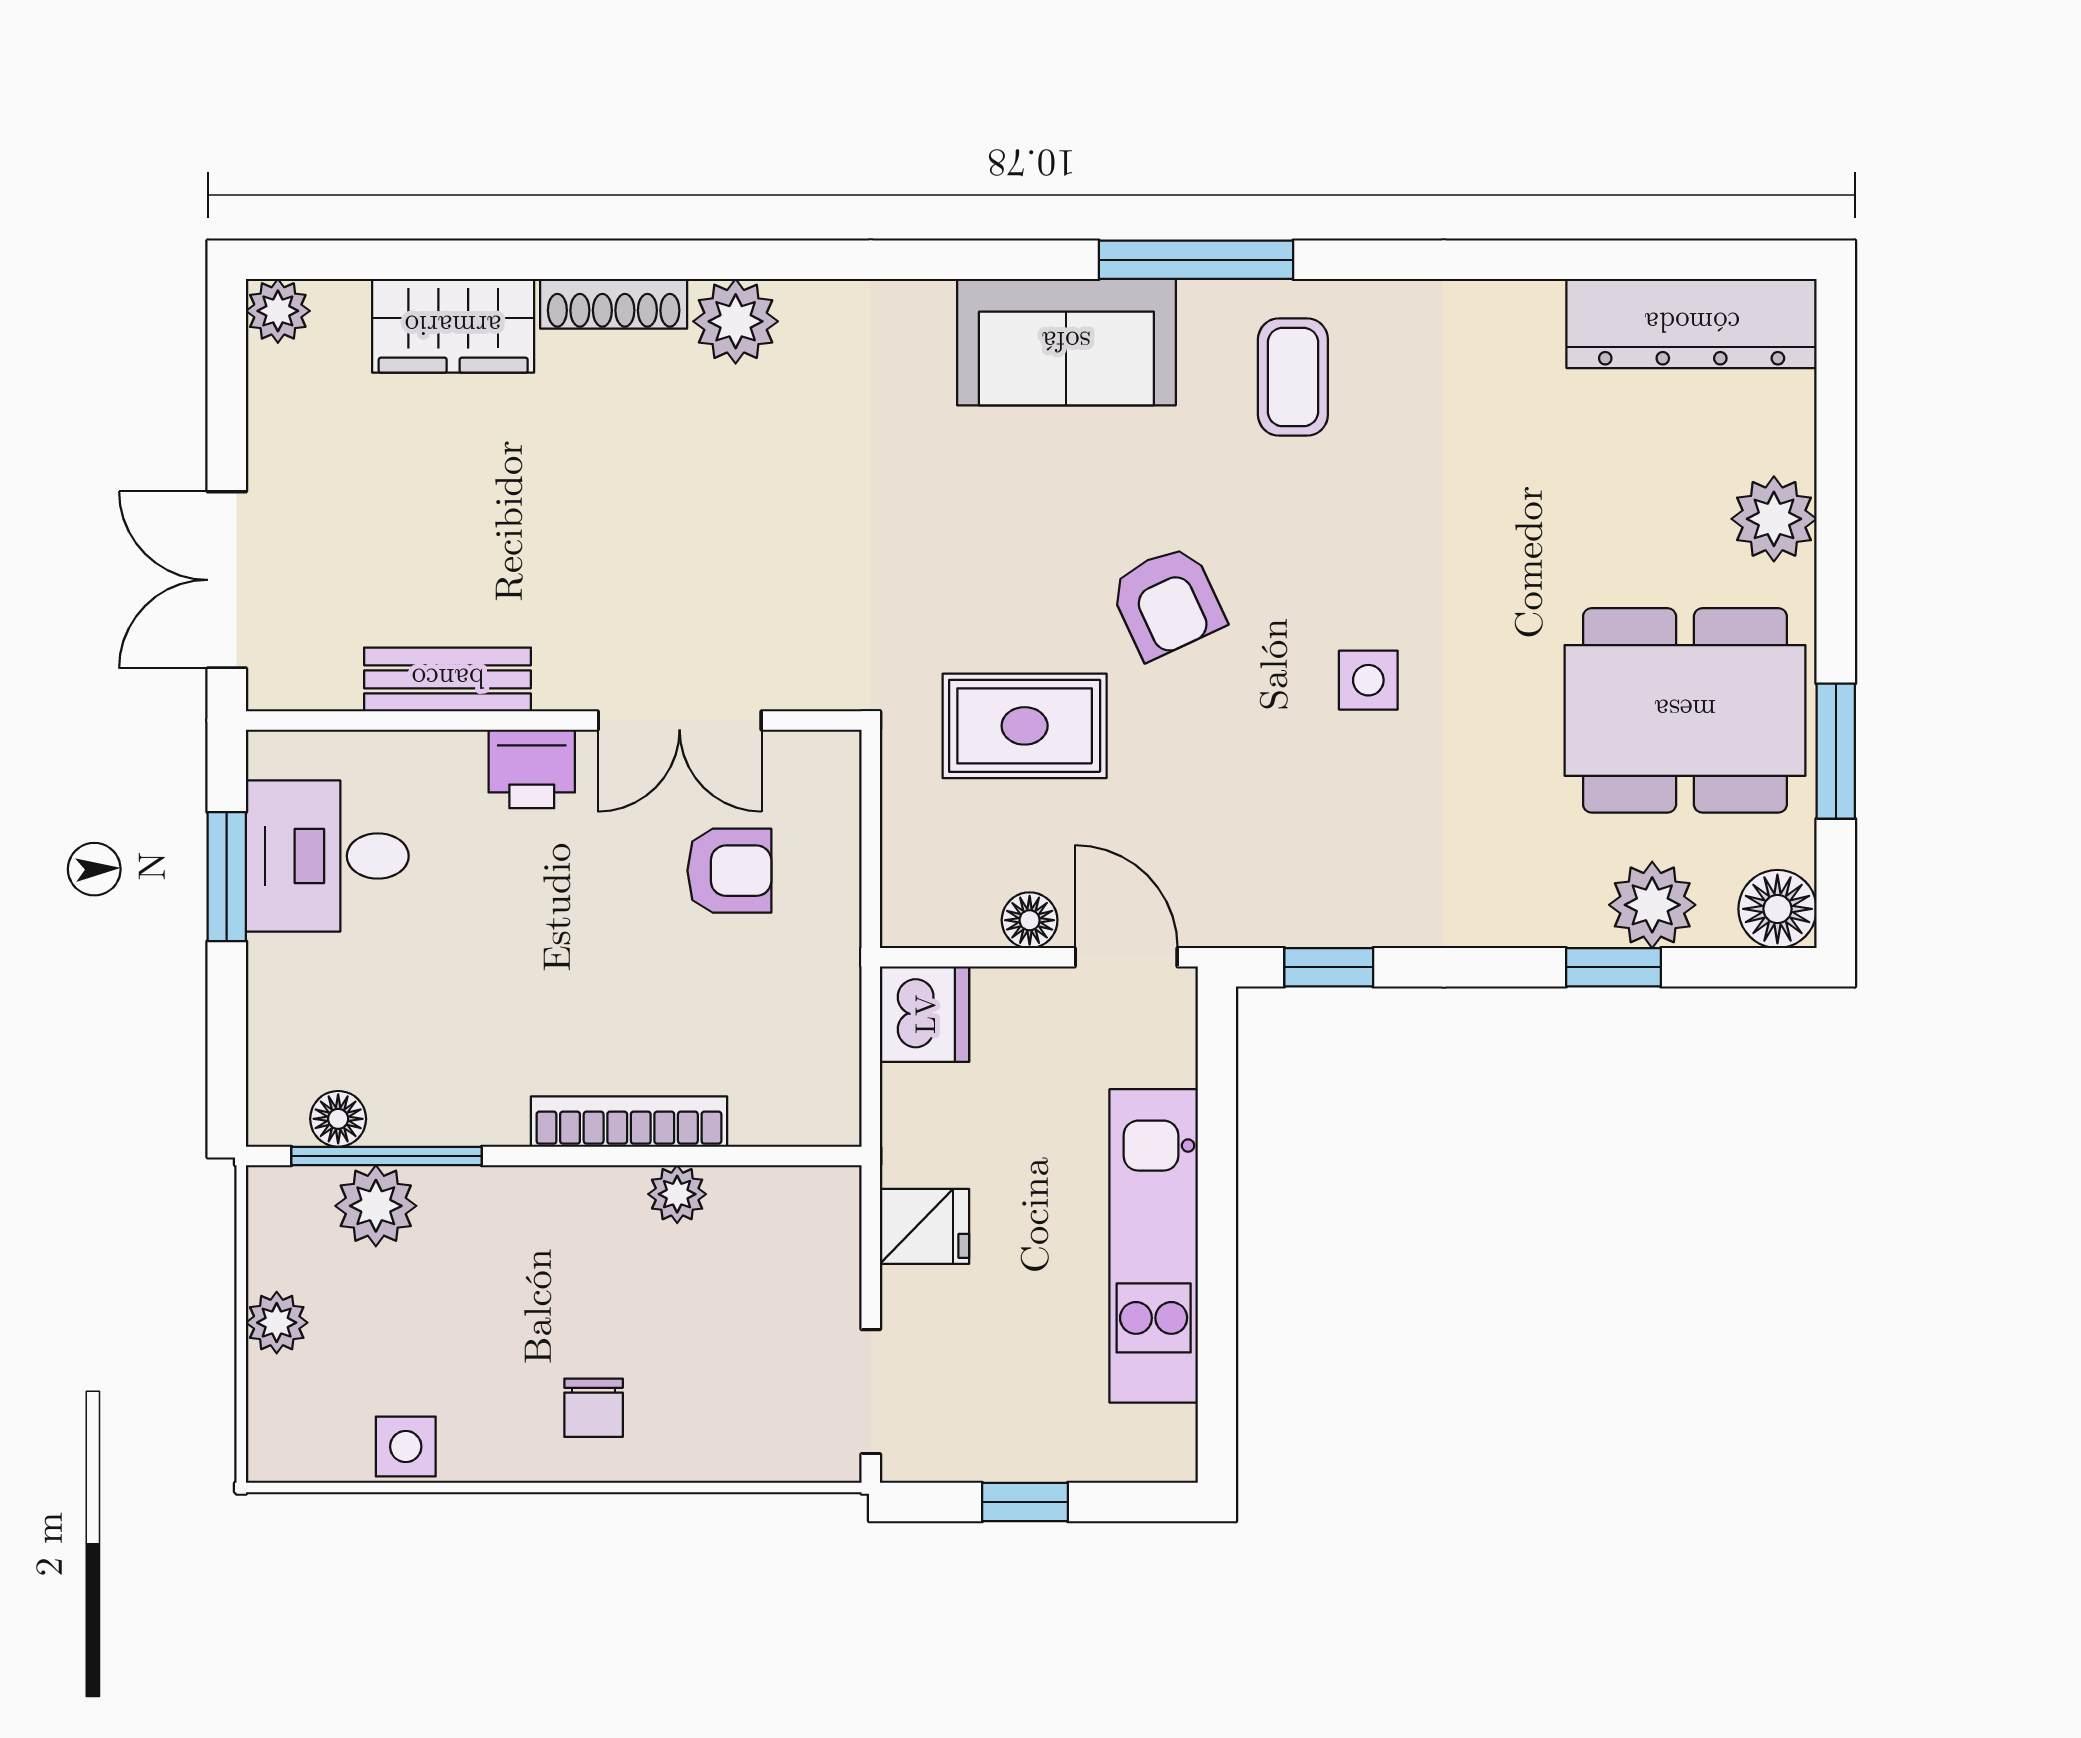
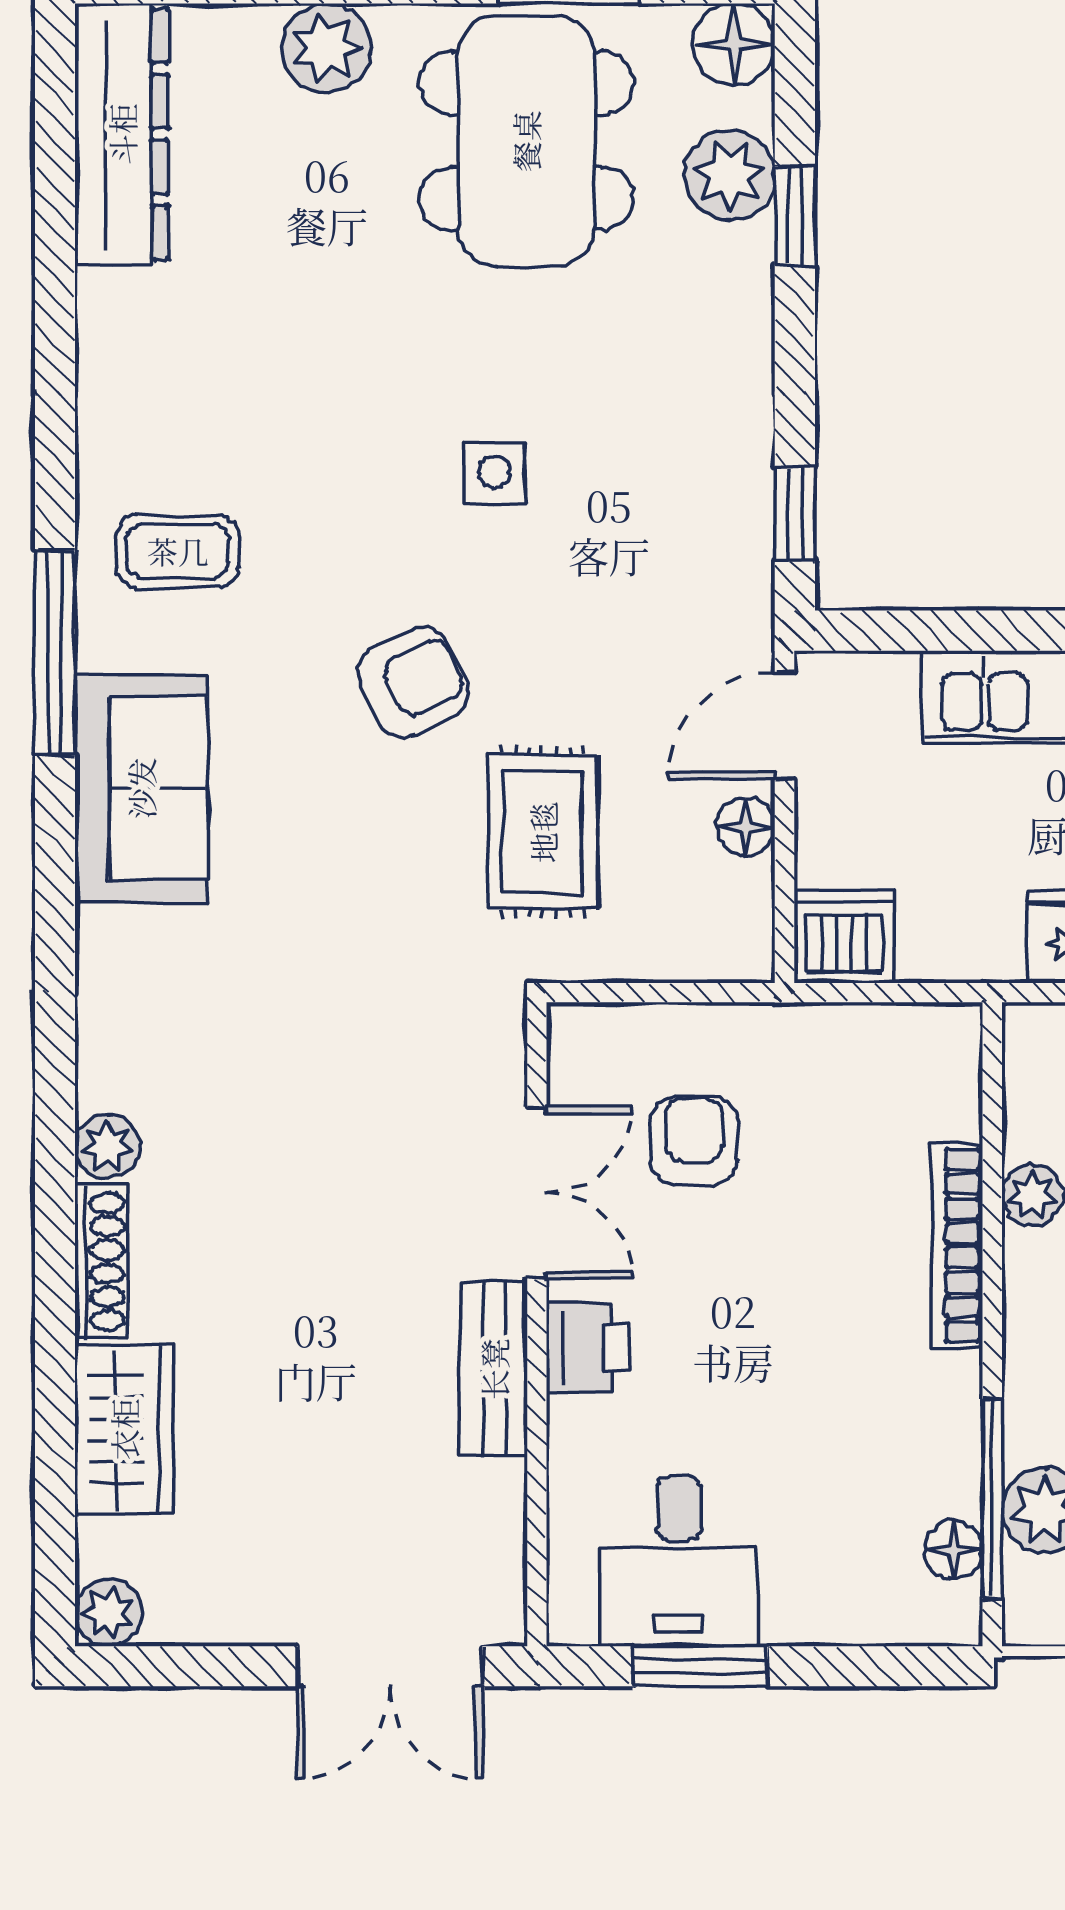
plant: (736, 321) -> (107, 1146), width x0.73, depth x0.73
bench: (448, 679) -> (494, 1369), moved

